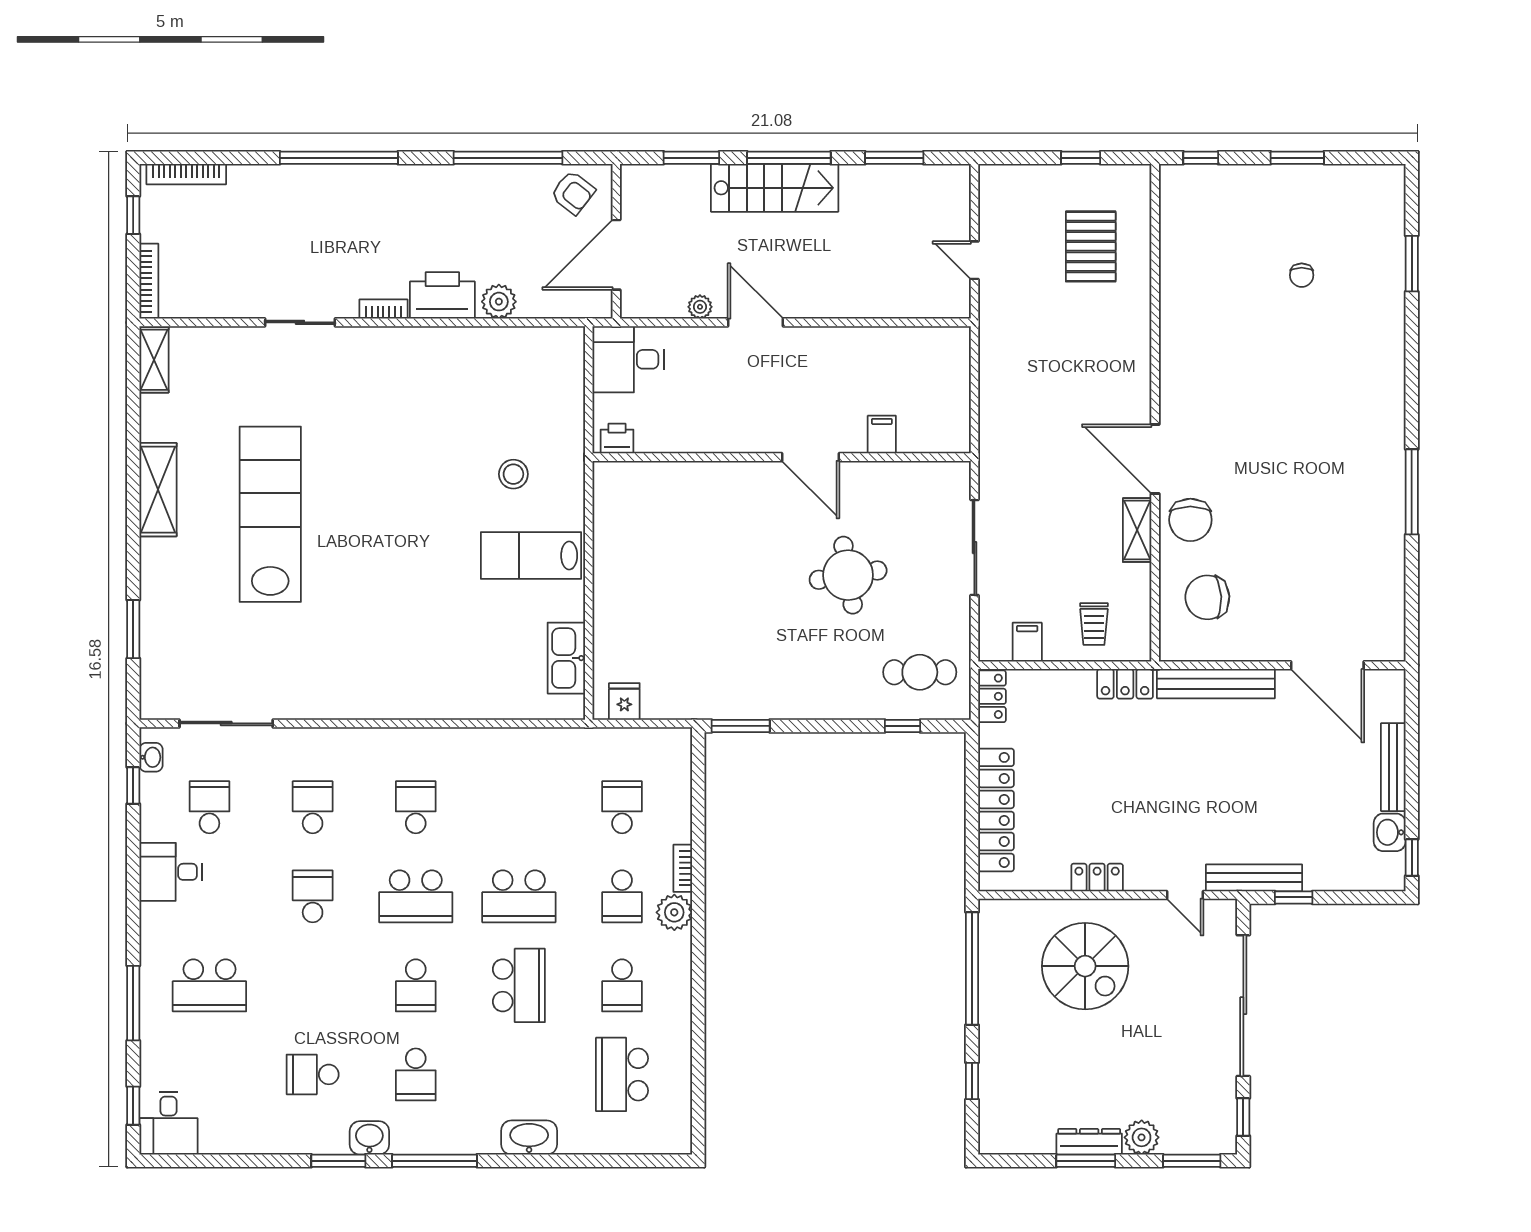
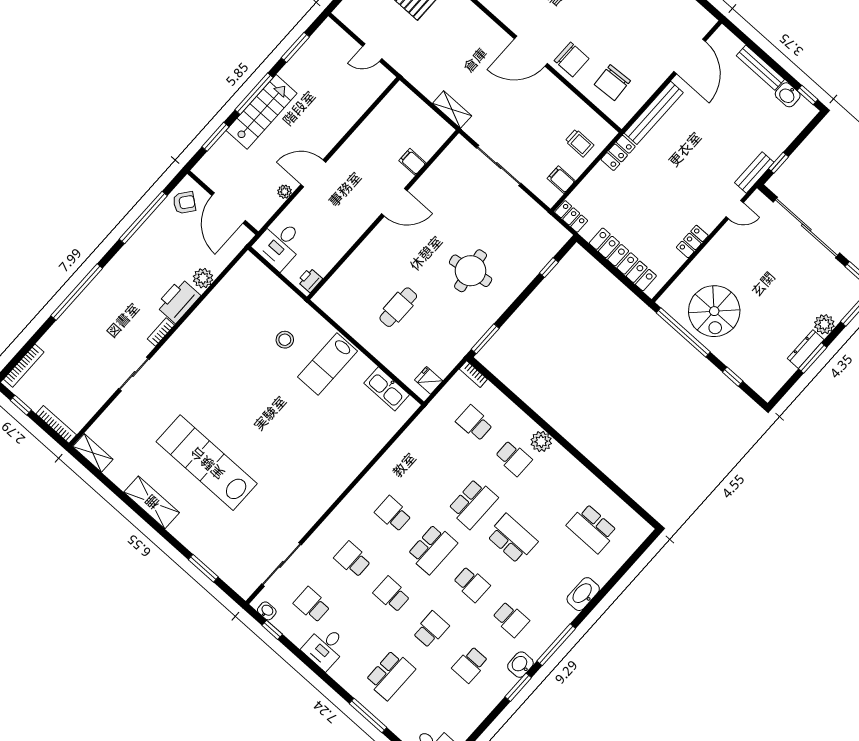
shelving: (1137, 530) -> (452, 110), moved
round table: (848, 575) -> (471, 271), moved
door: (1327, 665) -> (690, 56), hinge flipped
cafe table: (920, 672) -> (398, 307), moved
bookcase: (683, 868) -> (473, 374), moved
bench: (1254, 878) -> (754, 172), width x0.73
spiral stairs: (1085, 966) -> (714, 311), moved, turned 90
school desk: (622, 985) -> (431, 630), moved, turned -90

